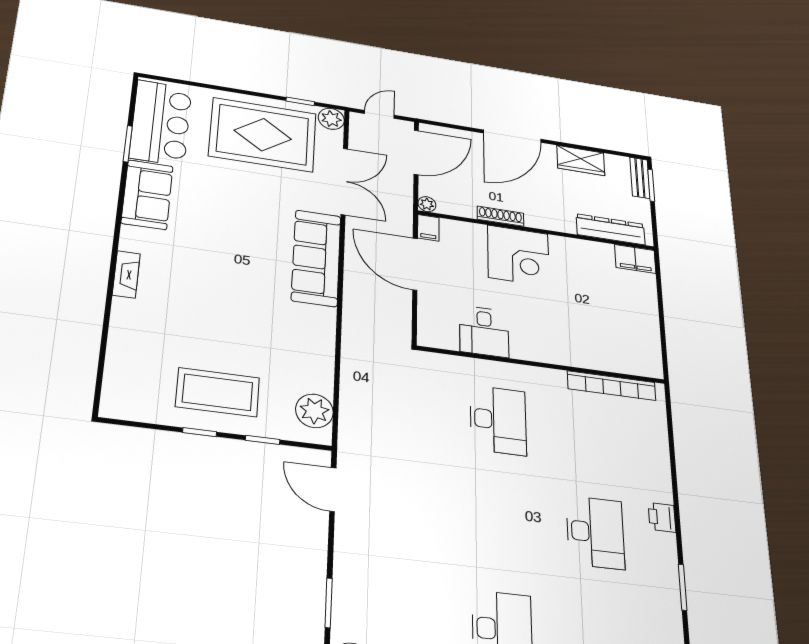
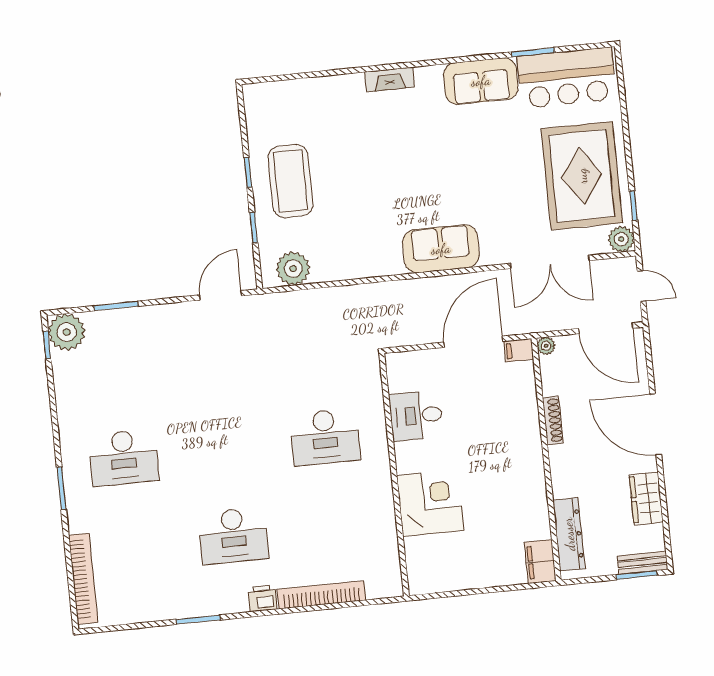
corner desk: (518, 256) -> (430, 503), moved, turned 180
sofa: (316, 258) -> (441, 249), width x0.73
bookcase: (612, 386) -> (321, 595), moved, turned 90

